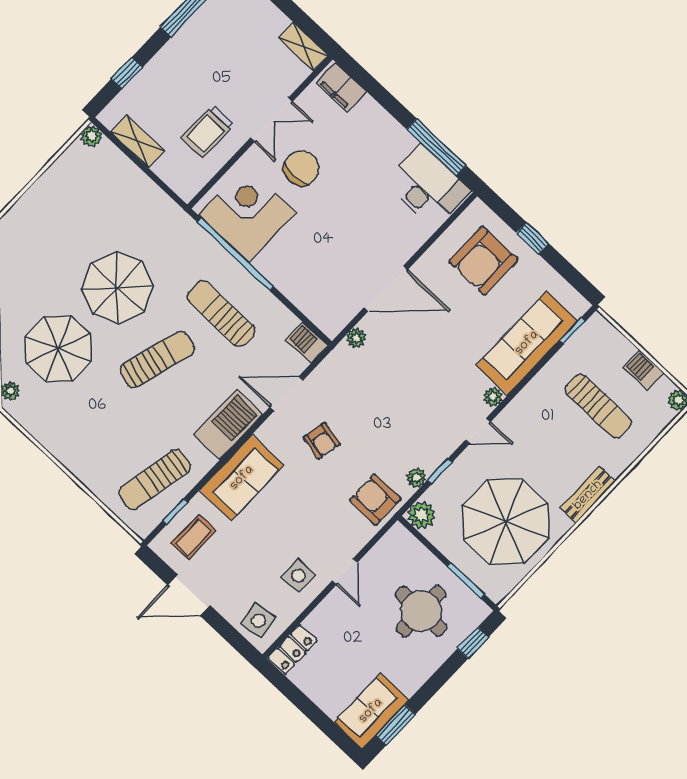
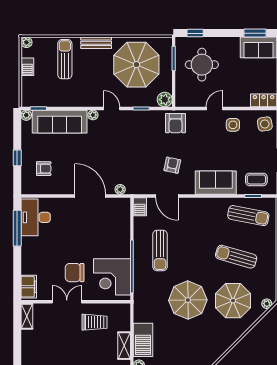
armchair: (483, 261) -> (44, 169), width x0.53, depth x0.53
sun lounger: (157, 359) -> (236, 257), moved
sun lounger: (598, 406) -> (65, 59), moved
barbecue: (228, 425) -> (143, 340), moved, turned -90
plant: (416, 478) -> (26, 115), moved

